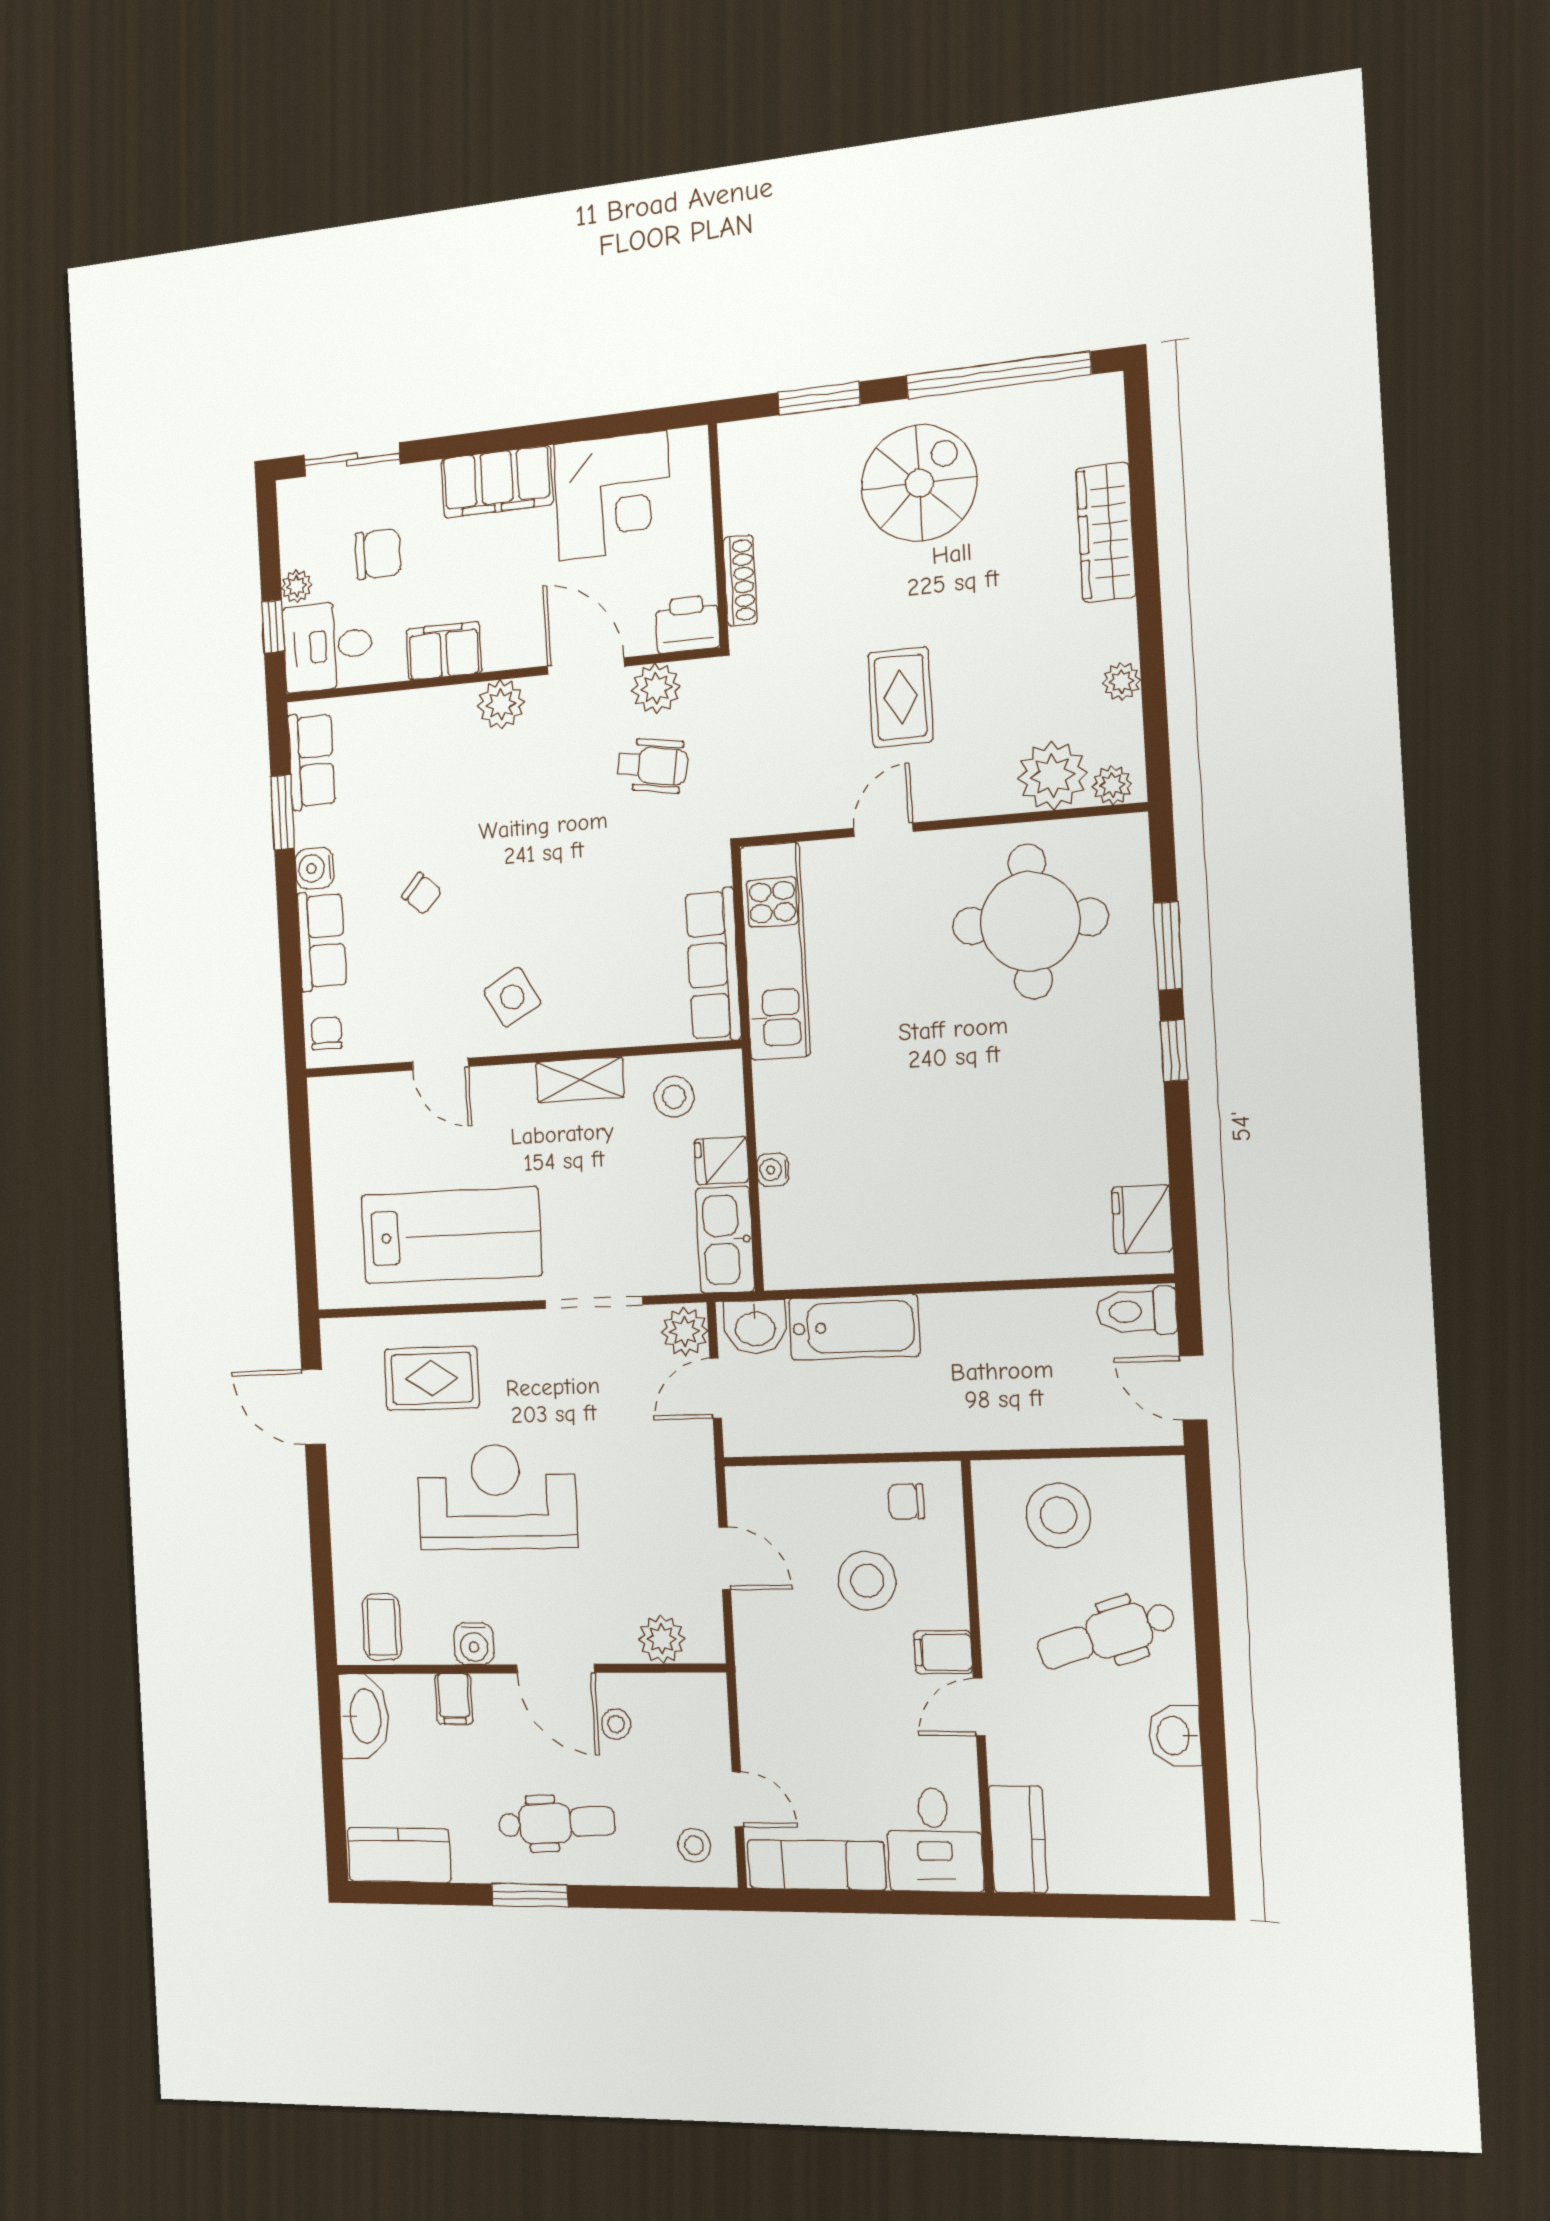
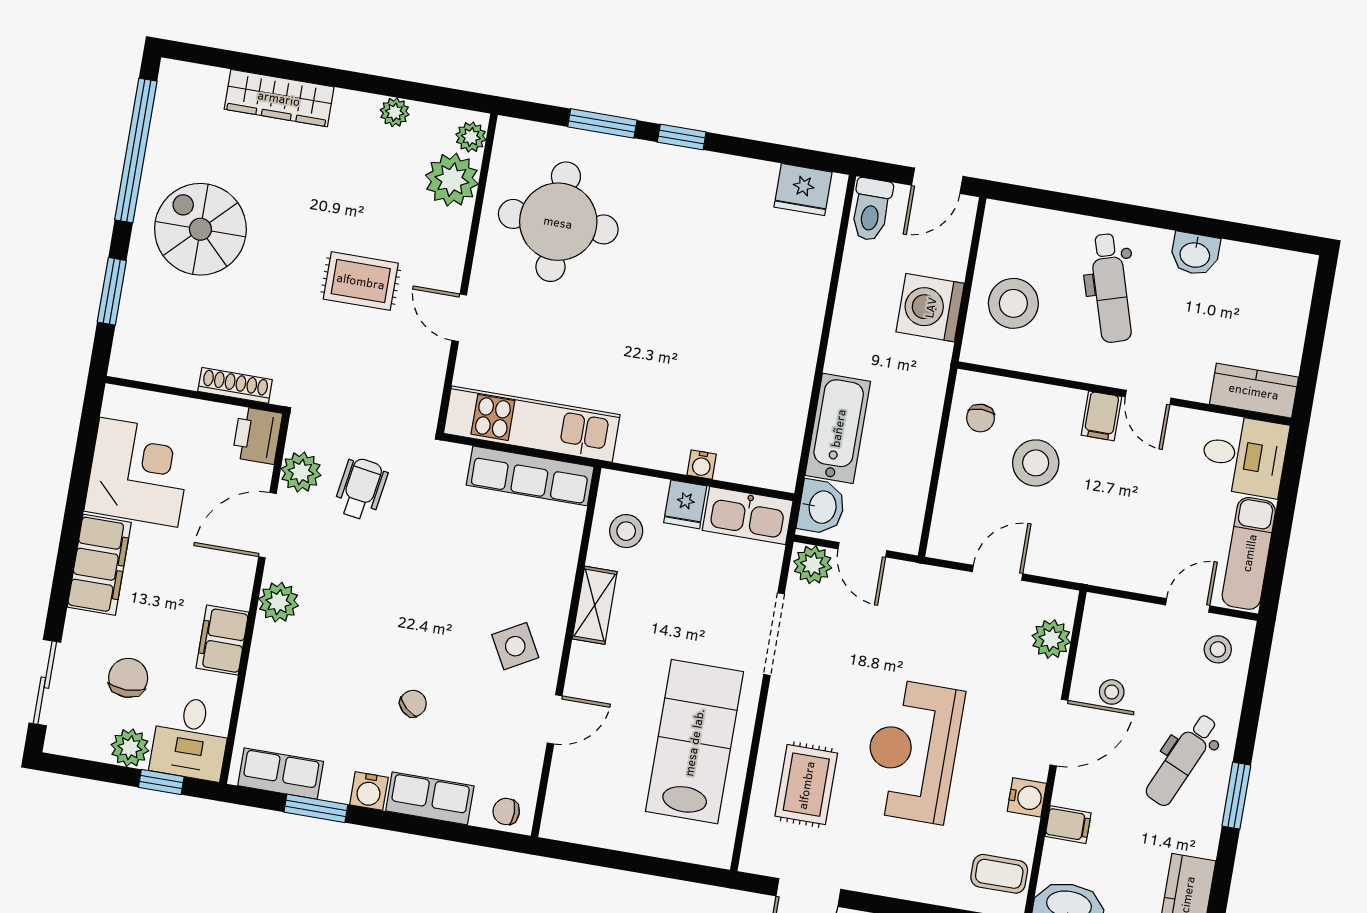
plant: (297, 586) -> (130, 748), width x1.38, depth x1.38
washing machine: (1029, 1411) -> (930, 308), added
dental chair: (557, 1823) -> (1182, 760), turned -153

